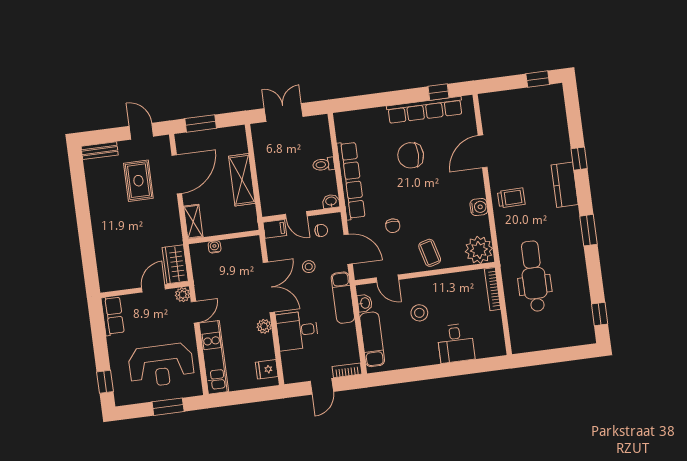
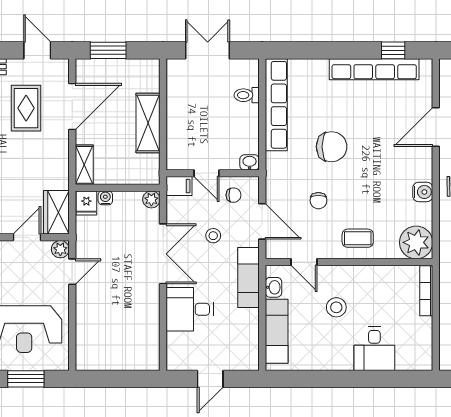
chair: (411, 155) -> (332, 147), moved, turned 180
toilet: (324, 164) -> (247, 95), moved
row of seats: (351, 181) -> (276, 105), moved
coffee table: (430, 253) -> (358, 238), turned -75
plant: (264, 326) -> (151, 199), moved
kitchen unit: (214, 357) -> (87, 328), removed
fridge: (267, 369) -> (86, 203), moved, turned -90
bookcase: (347, 370) -> (242, 364), removed

